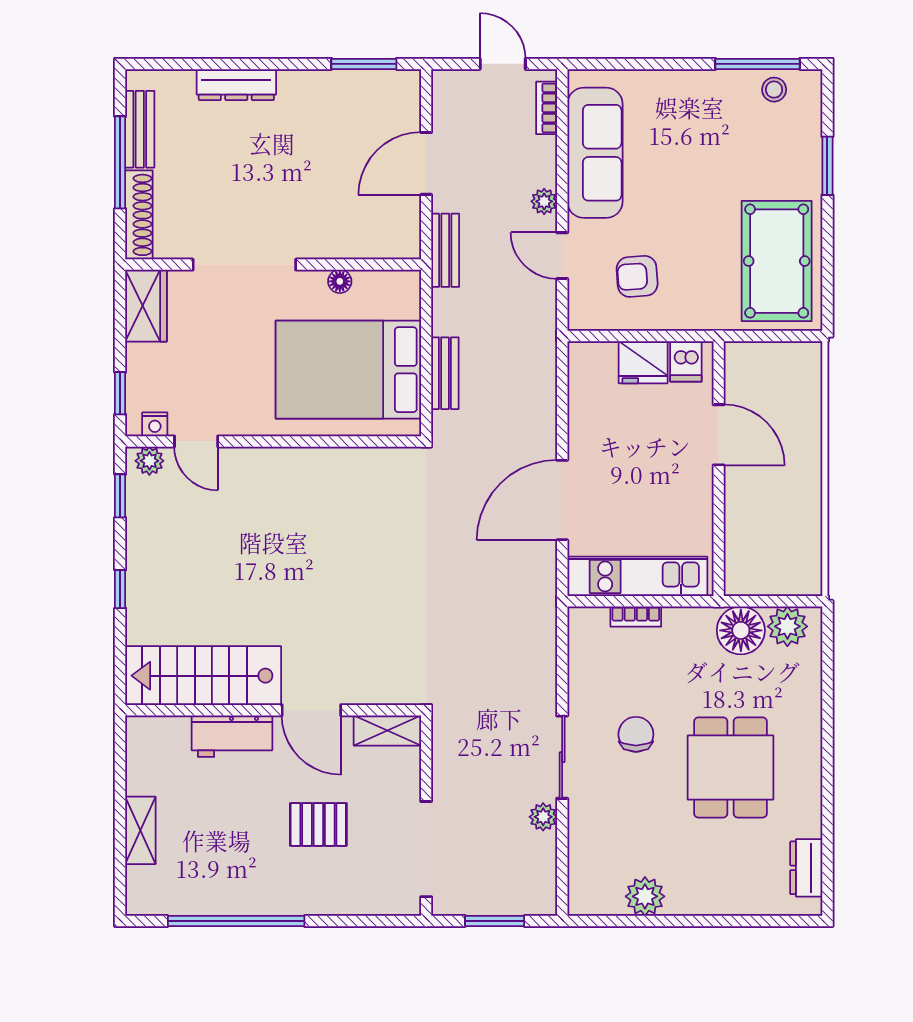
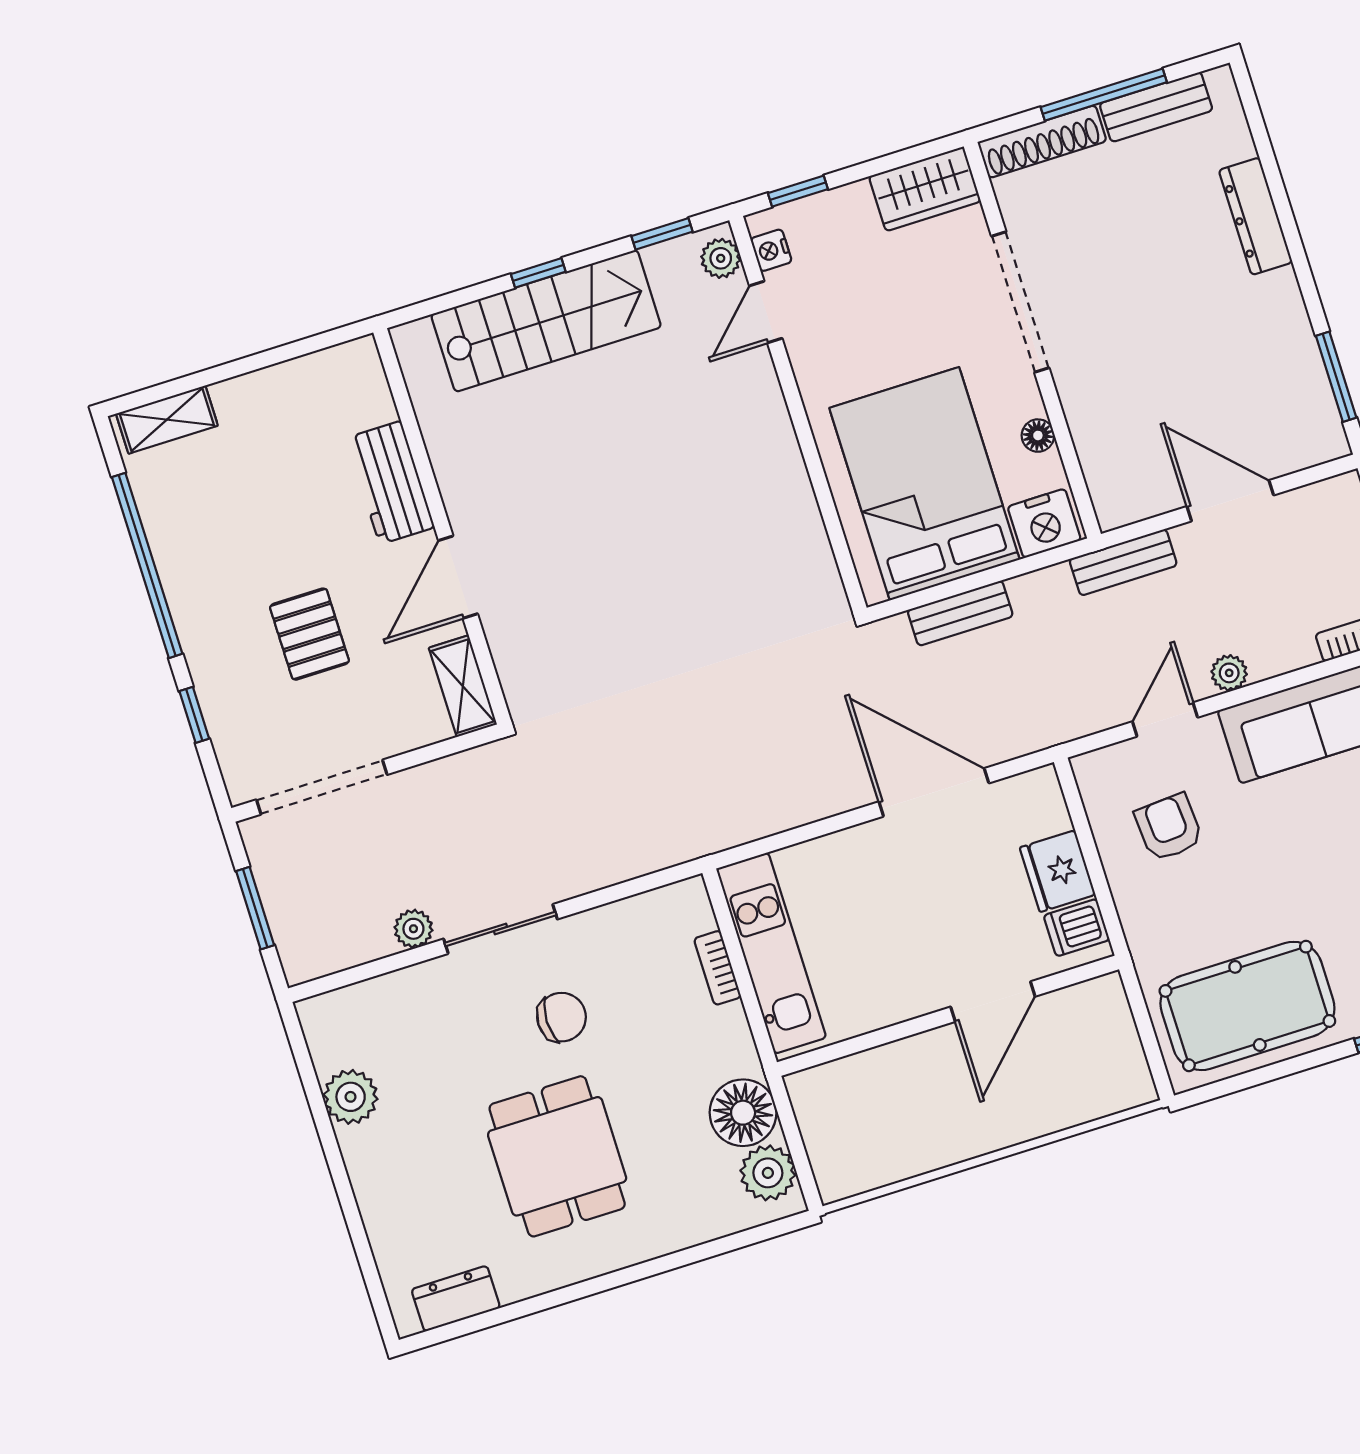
nightstand: (401, 296) -> (1044, 523), added
door: (562, 500) -> (934, 792), moved
stairs: (203, 676) -> (546, 321), moved, turned 90
dining table: (730, 767) -> (557, 1156), turned 90
shelving: (140, 830) -> (167, 420), moved
window: (349, 921) -> (194, 715), added

